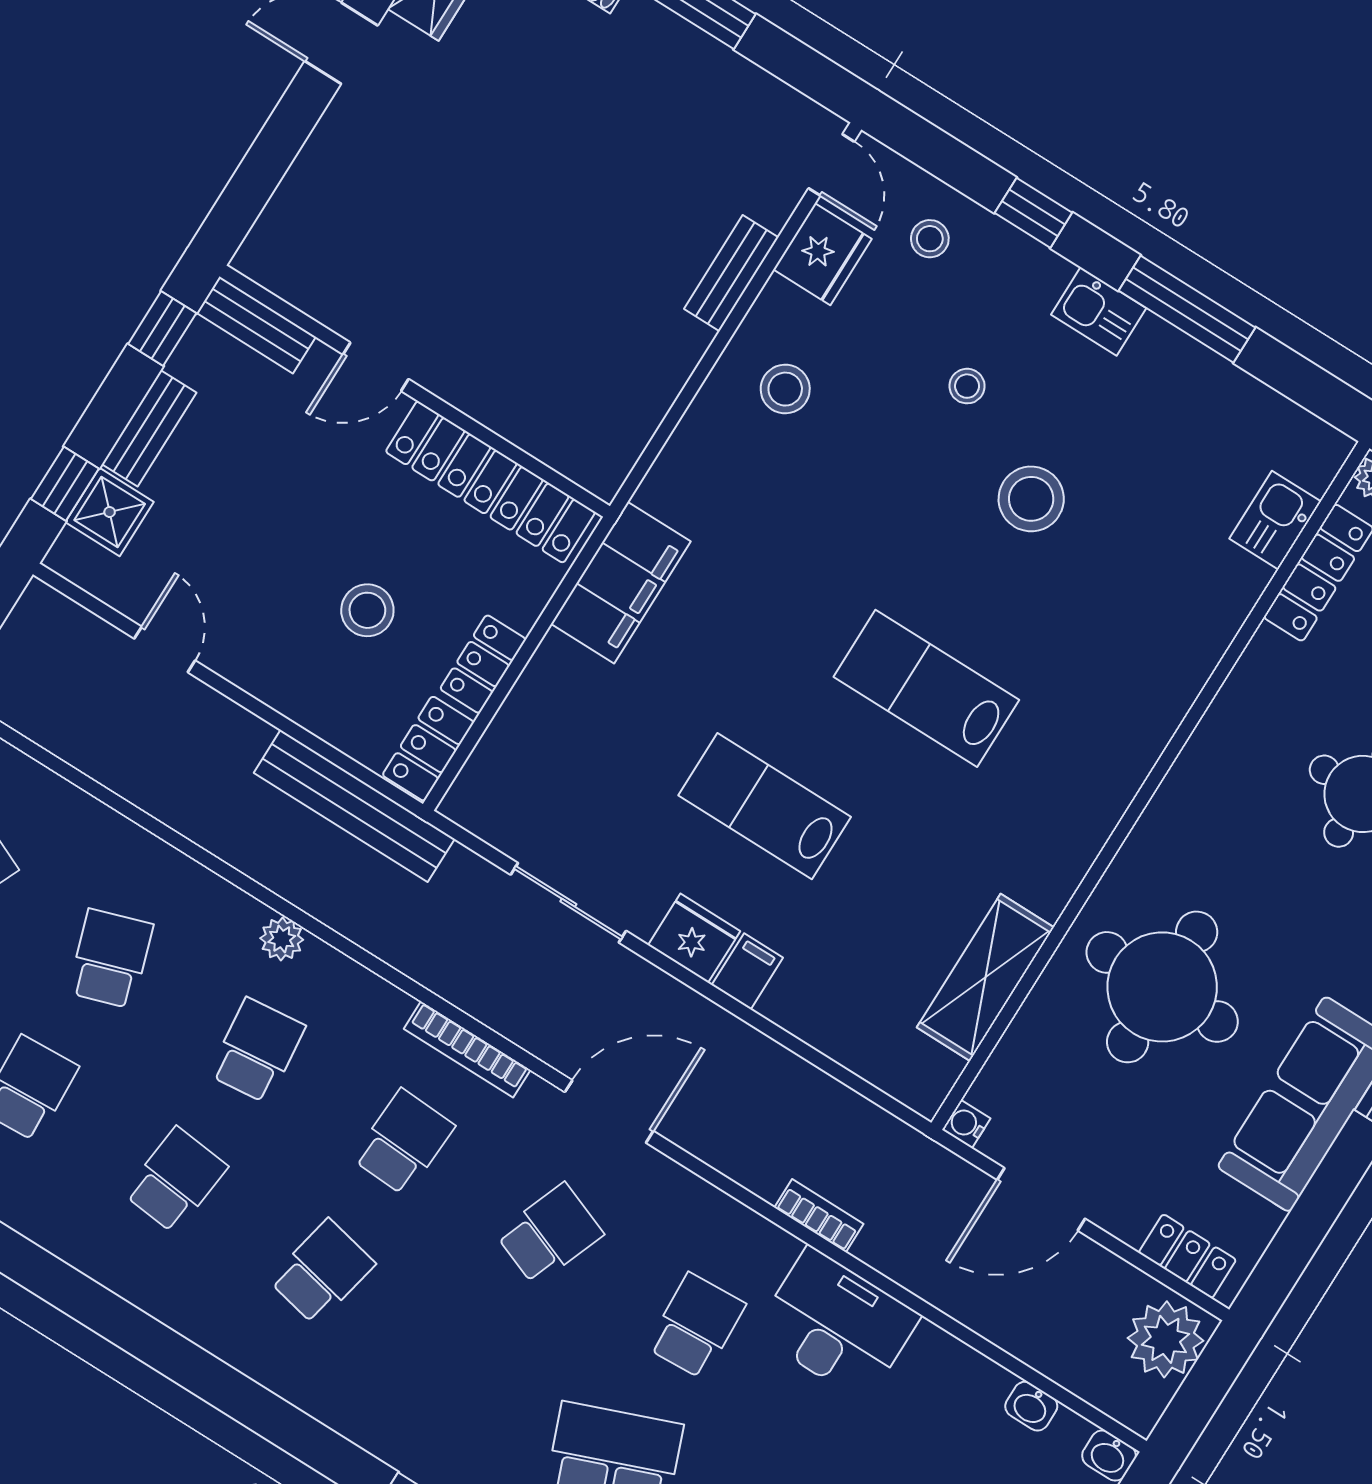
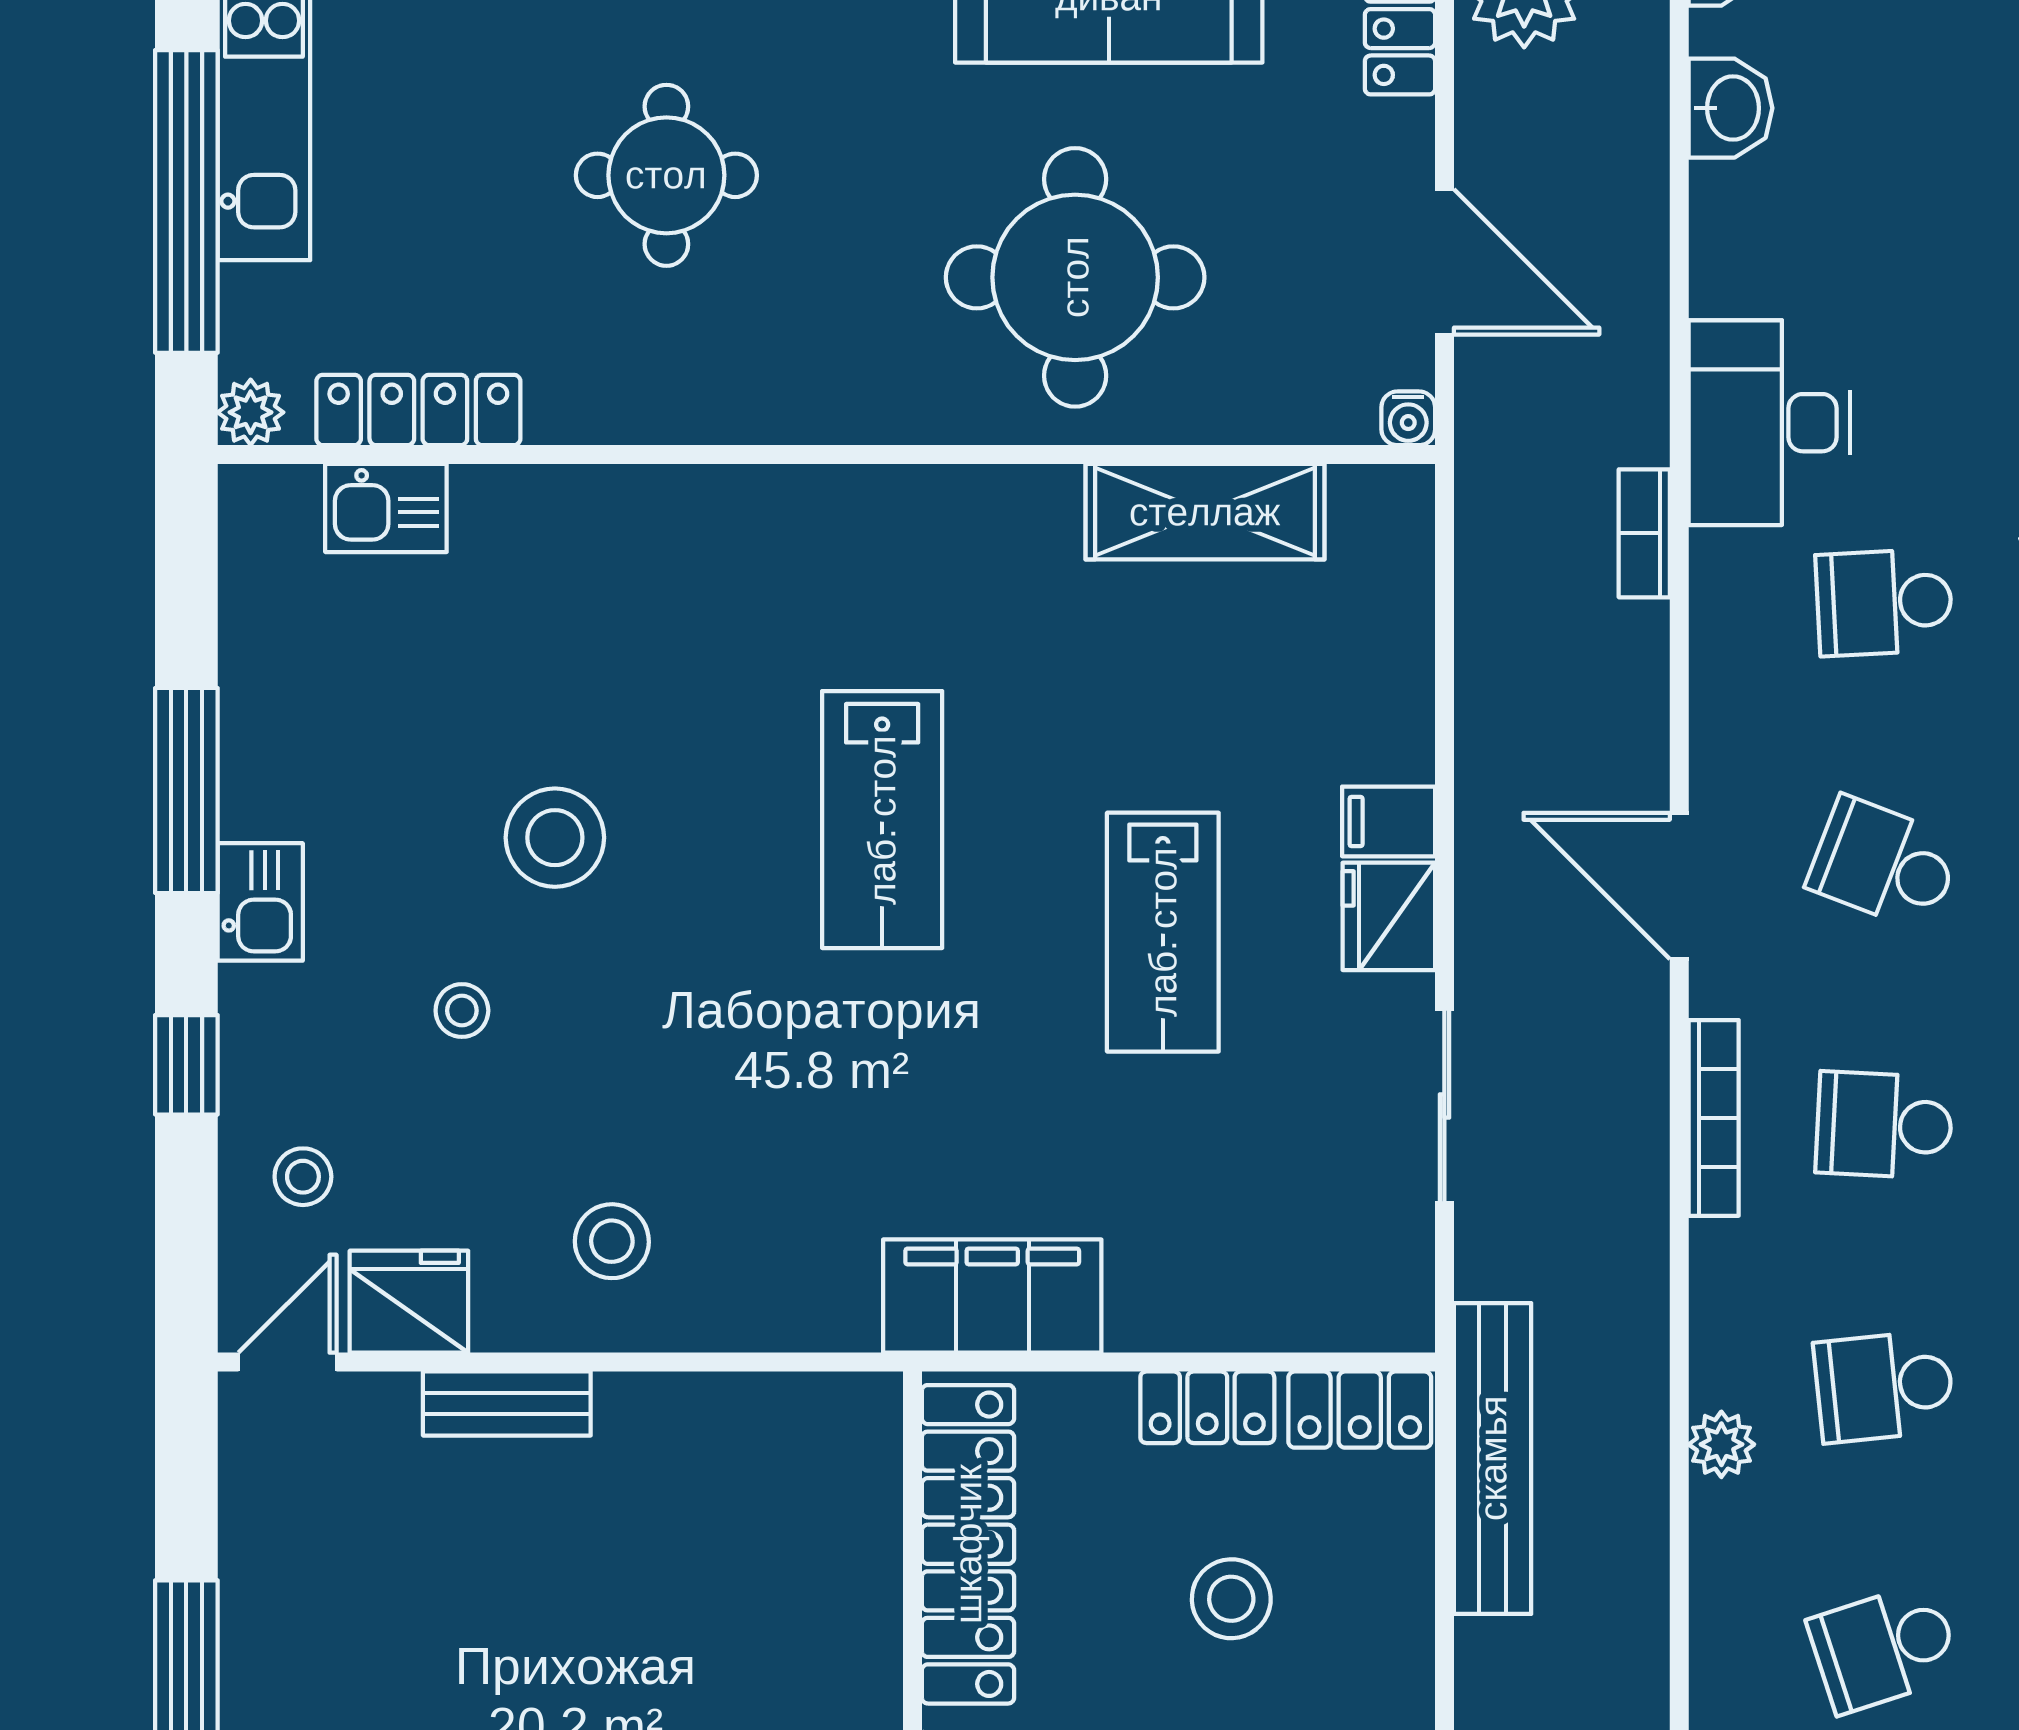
washbasin: (1031, 1406) -> (1731, 108), width x1.38, depth x1.45

